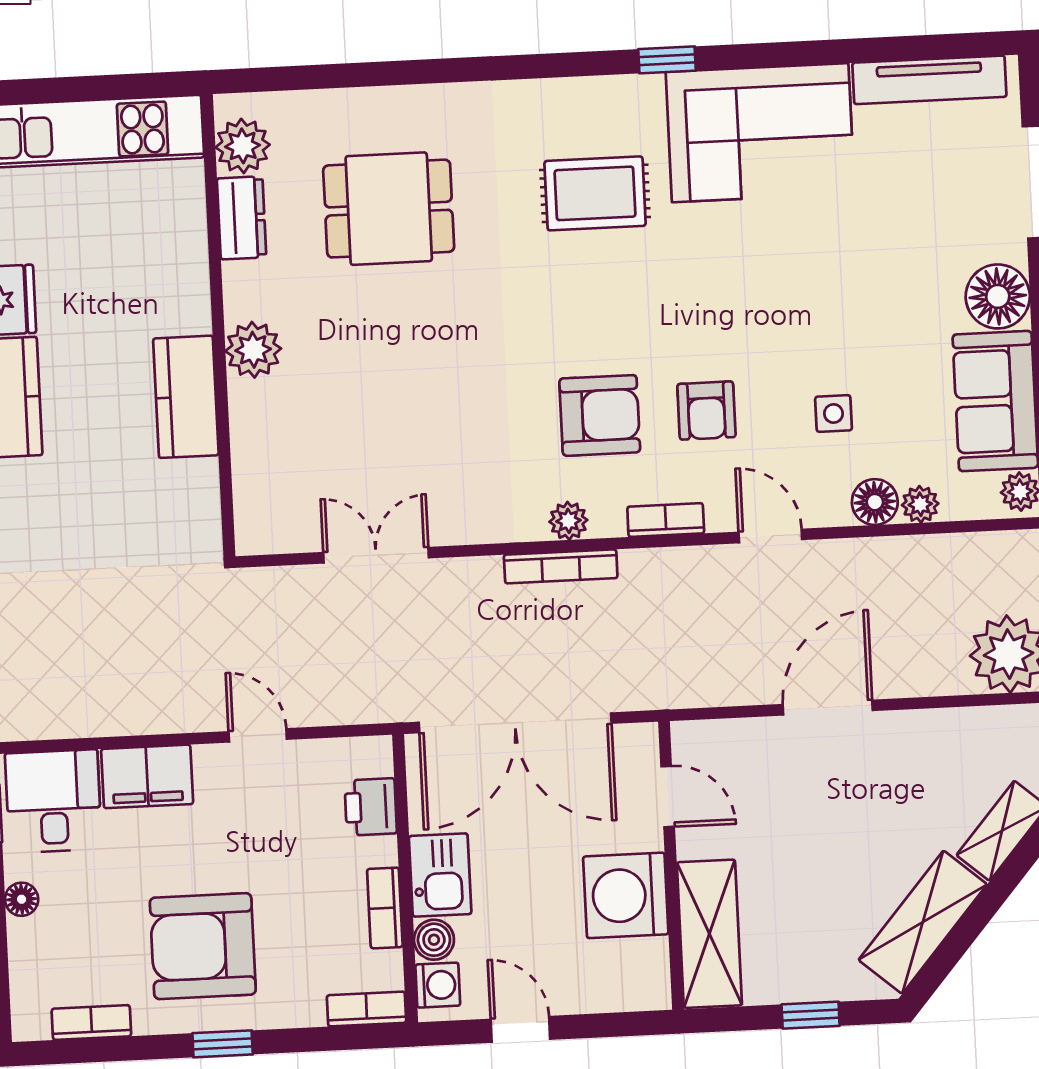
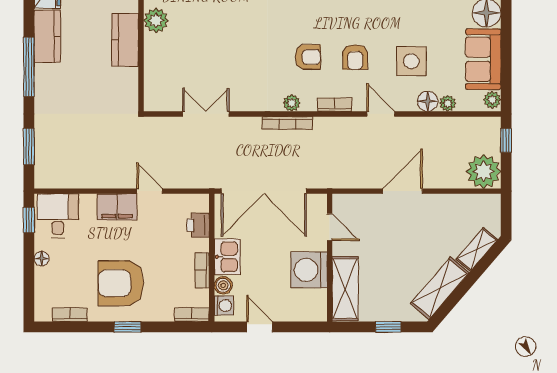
side table: (834, 414) -> (411, 61), width x1.87, depth x1.87
armchair: (600, 415) -> (308, 57), width x0.72, depth x0.72
filing cabinet: (147, 776) -> (117, 207), moved

